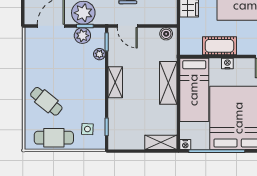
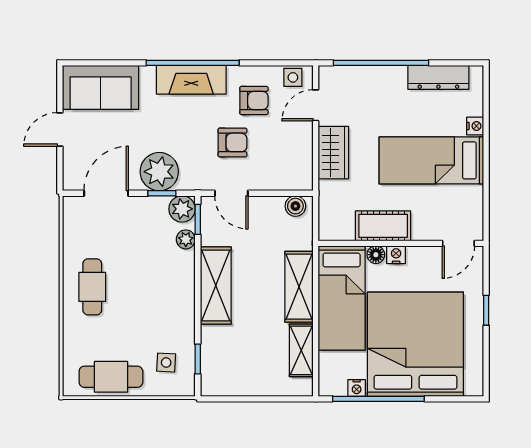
plant: (82, 36) -> (182, 209), moved
floor lamp: (215, 63) -> (376, 255), added
shelving: (115, 82) -> (216, 286), width x1.50, depth x1.33
cafe table: (46, 101) -> (92, 287), moved, turned 51
shelving: (161, 142) -> (301, 350), moved, turned 90
nightstand: (185, 145) -> (357, 388), moved

